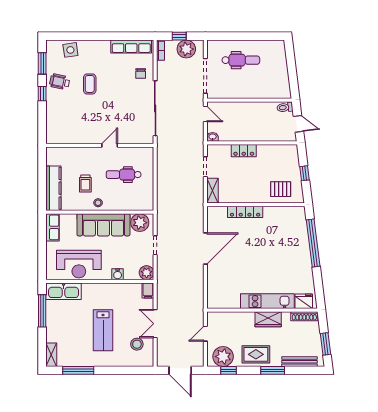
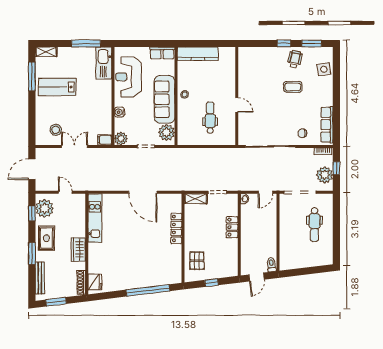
trolley: (85, 184) -> (202, 83), removed
kitchen unit: (267, 301) -> (95, 218), moved
lab bench: (103, 330) -> (57, 87), moved

